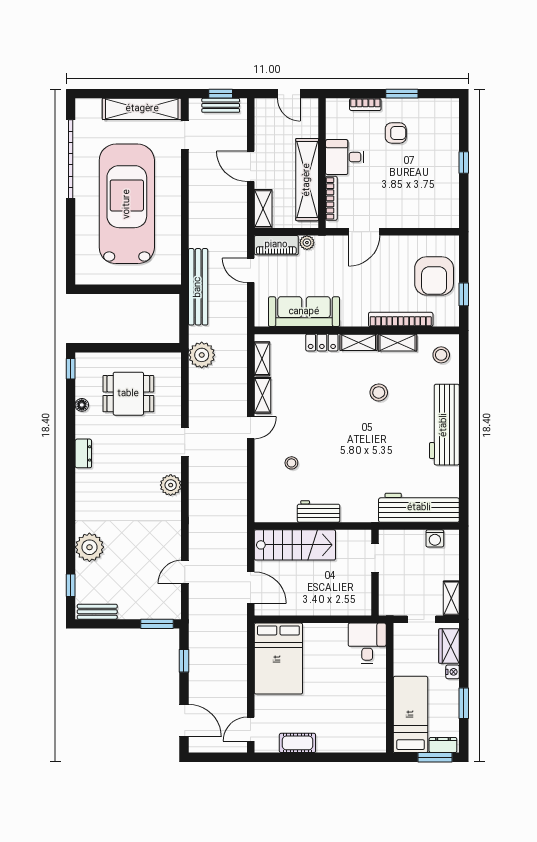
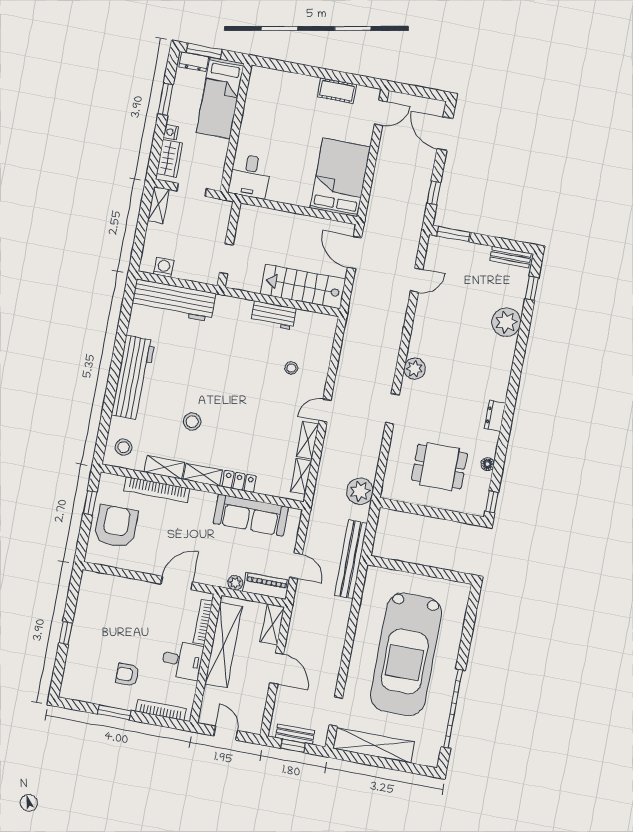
bookcase: (365, 104) -> (161, 710), width x1.56

